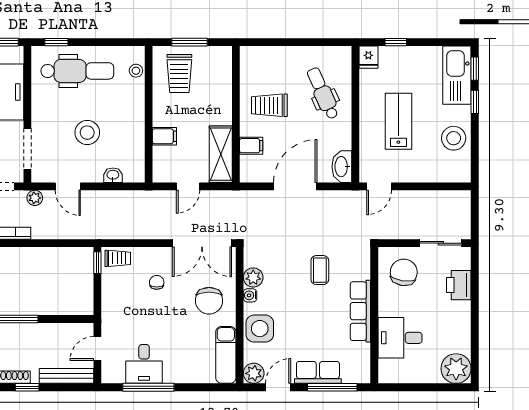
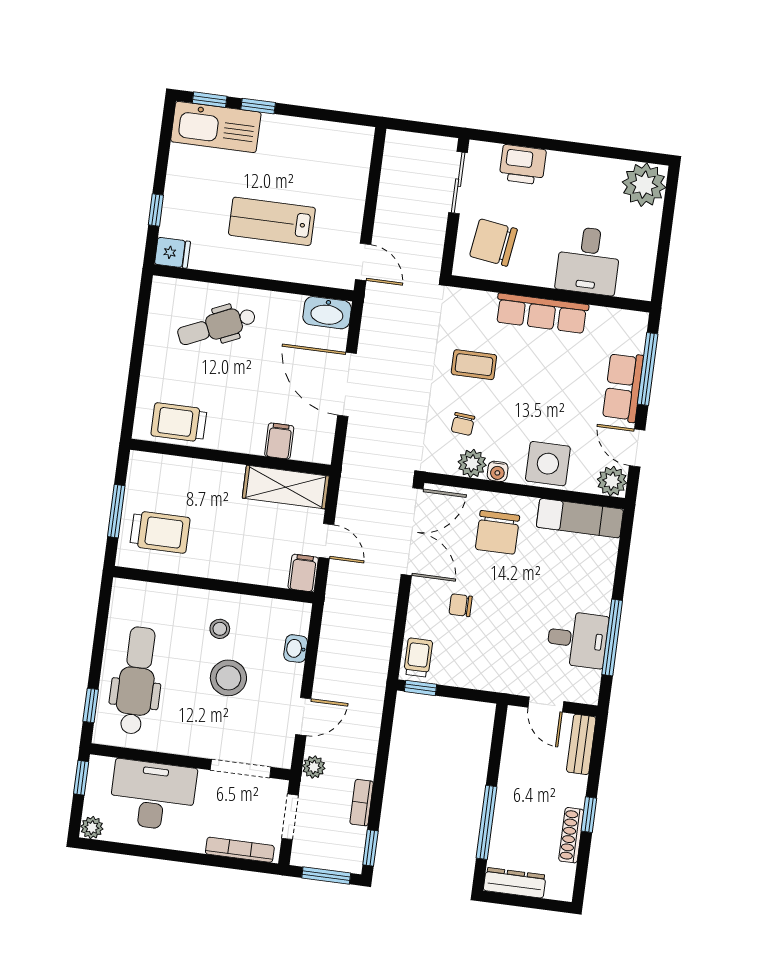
stool: (136, 71) -> (220, 629), moved
trolley: (269, 105) -> (179, 422), moved, turned 90
filing cabinet: (164, 136) -> (303, 573), moved
stool: (454, 138) -> (307, 144), removed
chair: (279, 268) -> (463, 424), added
chair: (209, 301) -> (498, 532), turned 90
bench: (66, 376) -> (581, 744), width x0.73

